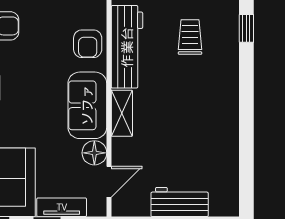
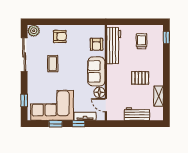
shelving: (122, 113) -> (159, 96), moved
pallet: (187, 120) -> (140, 78), added
door: (109, 182) -> (106, 105), swing flipped

